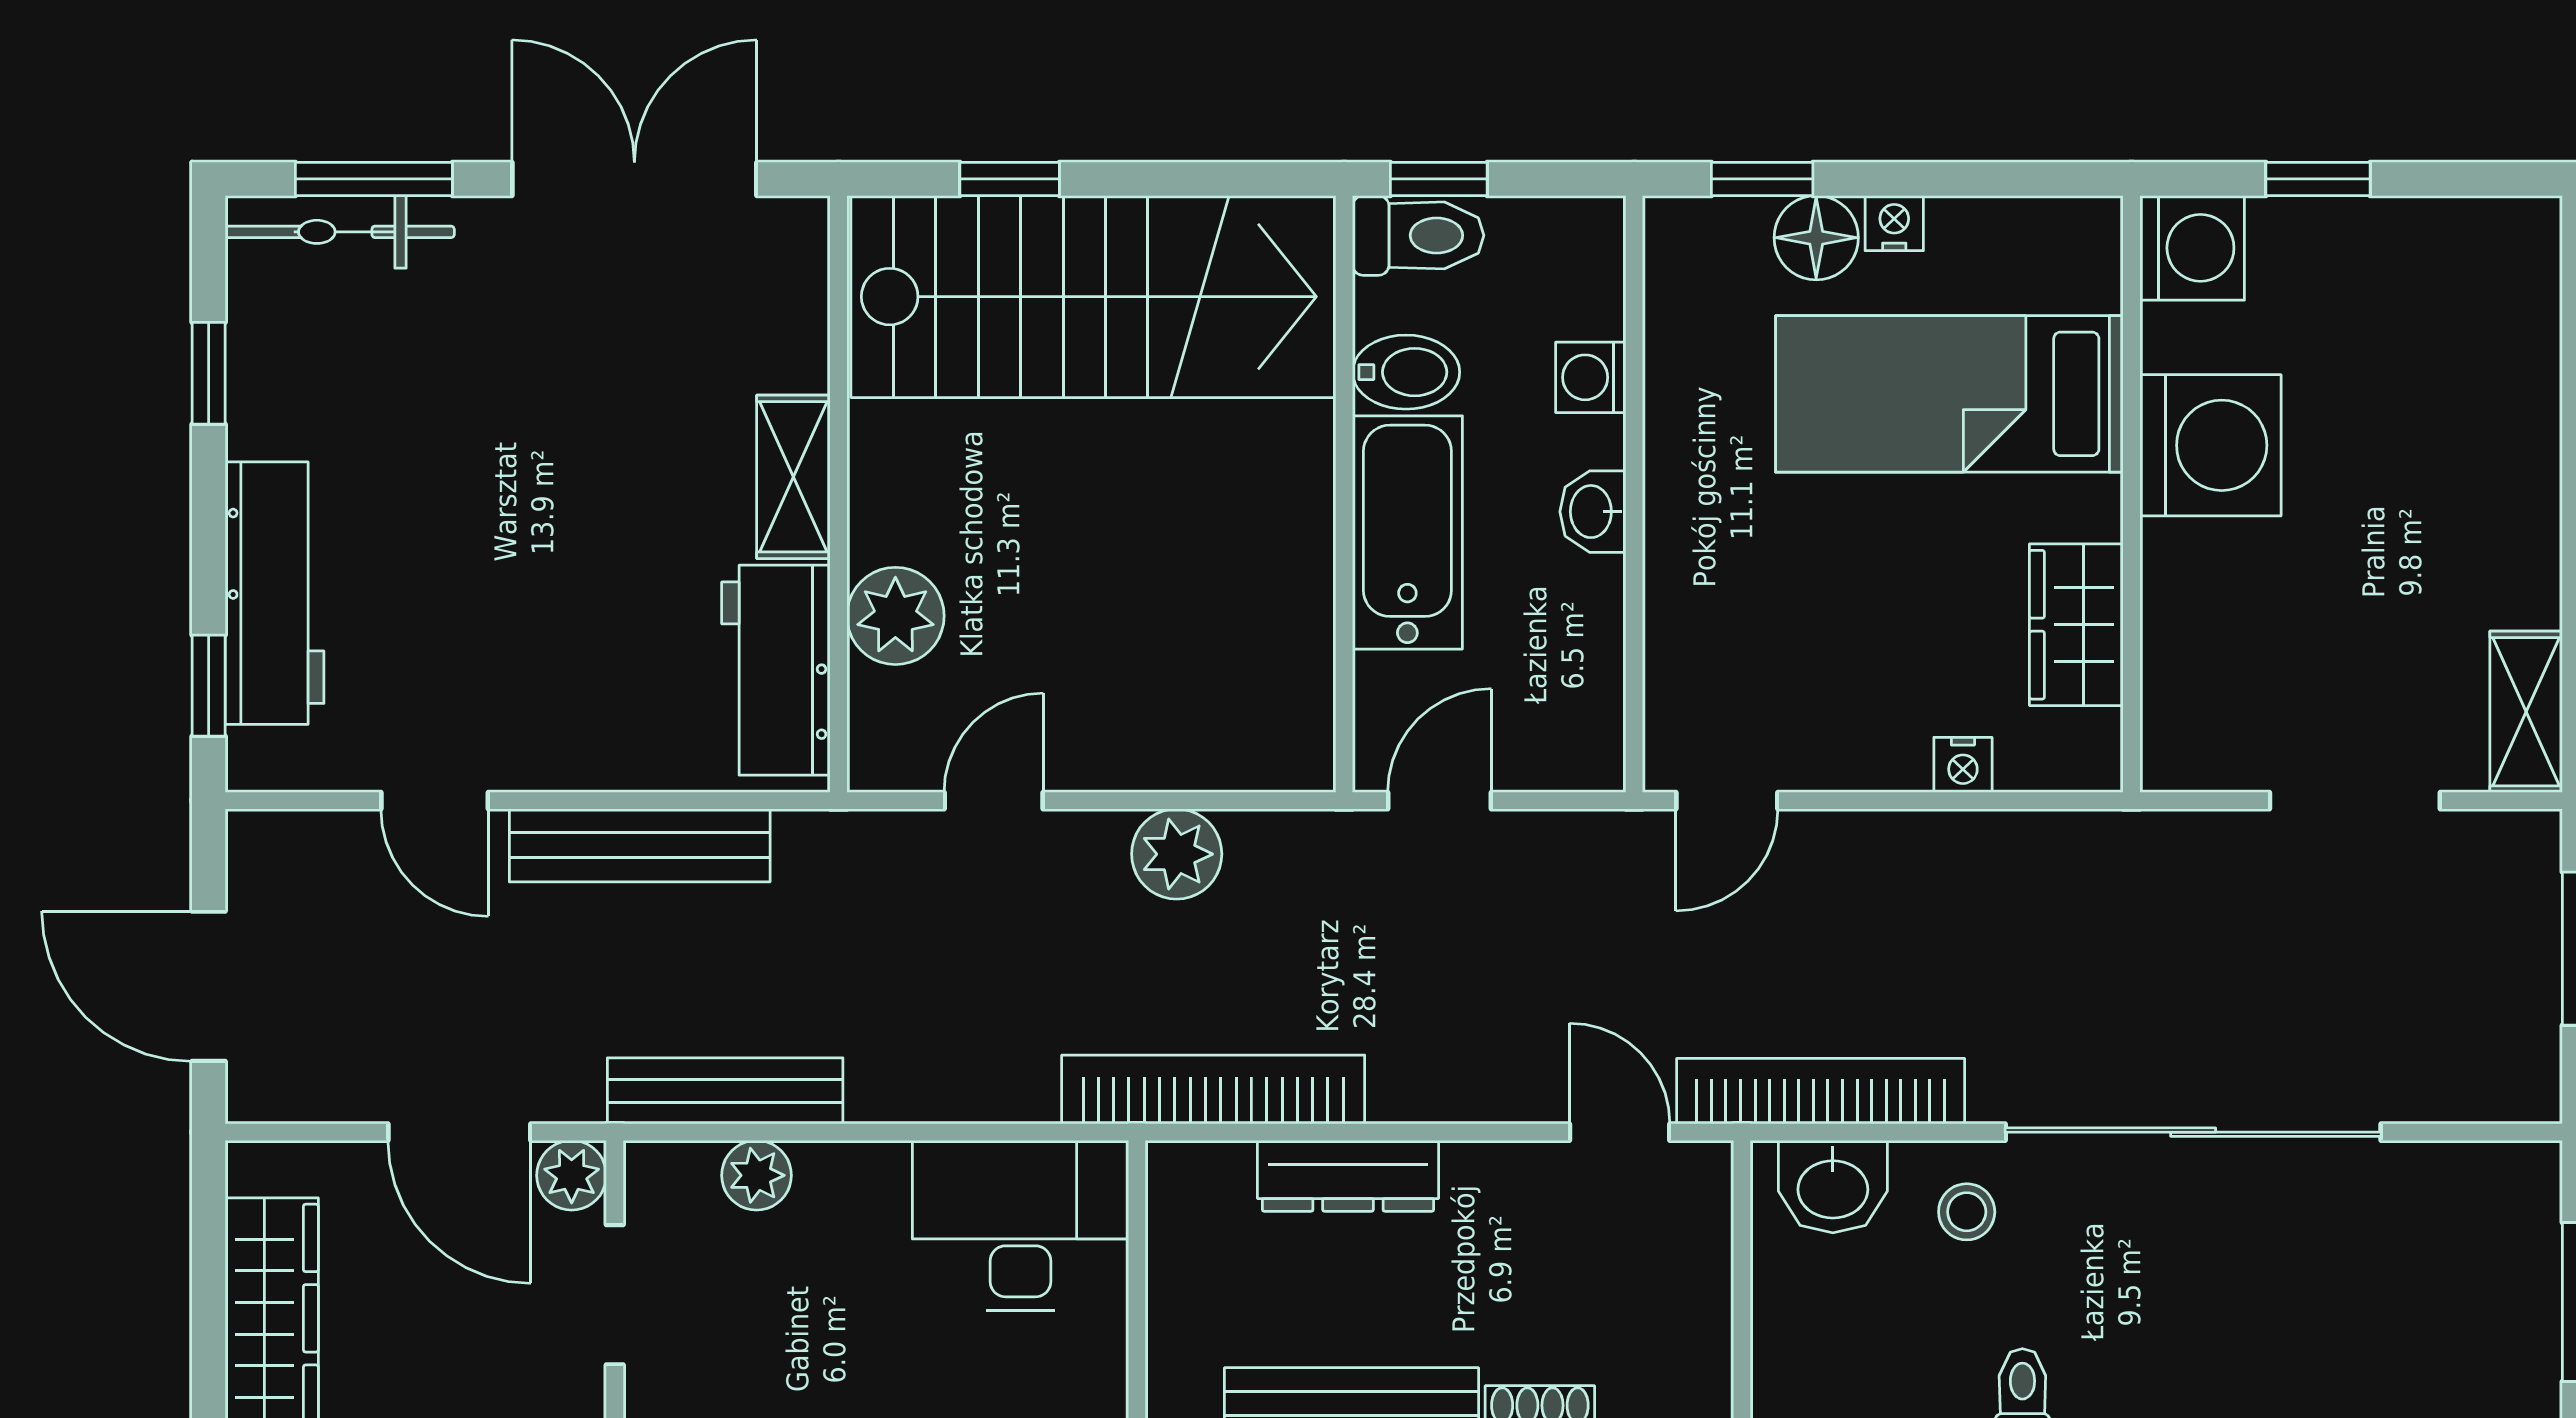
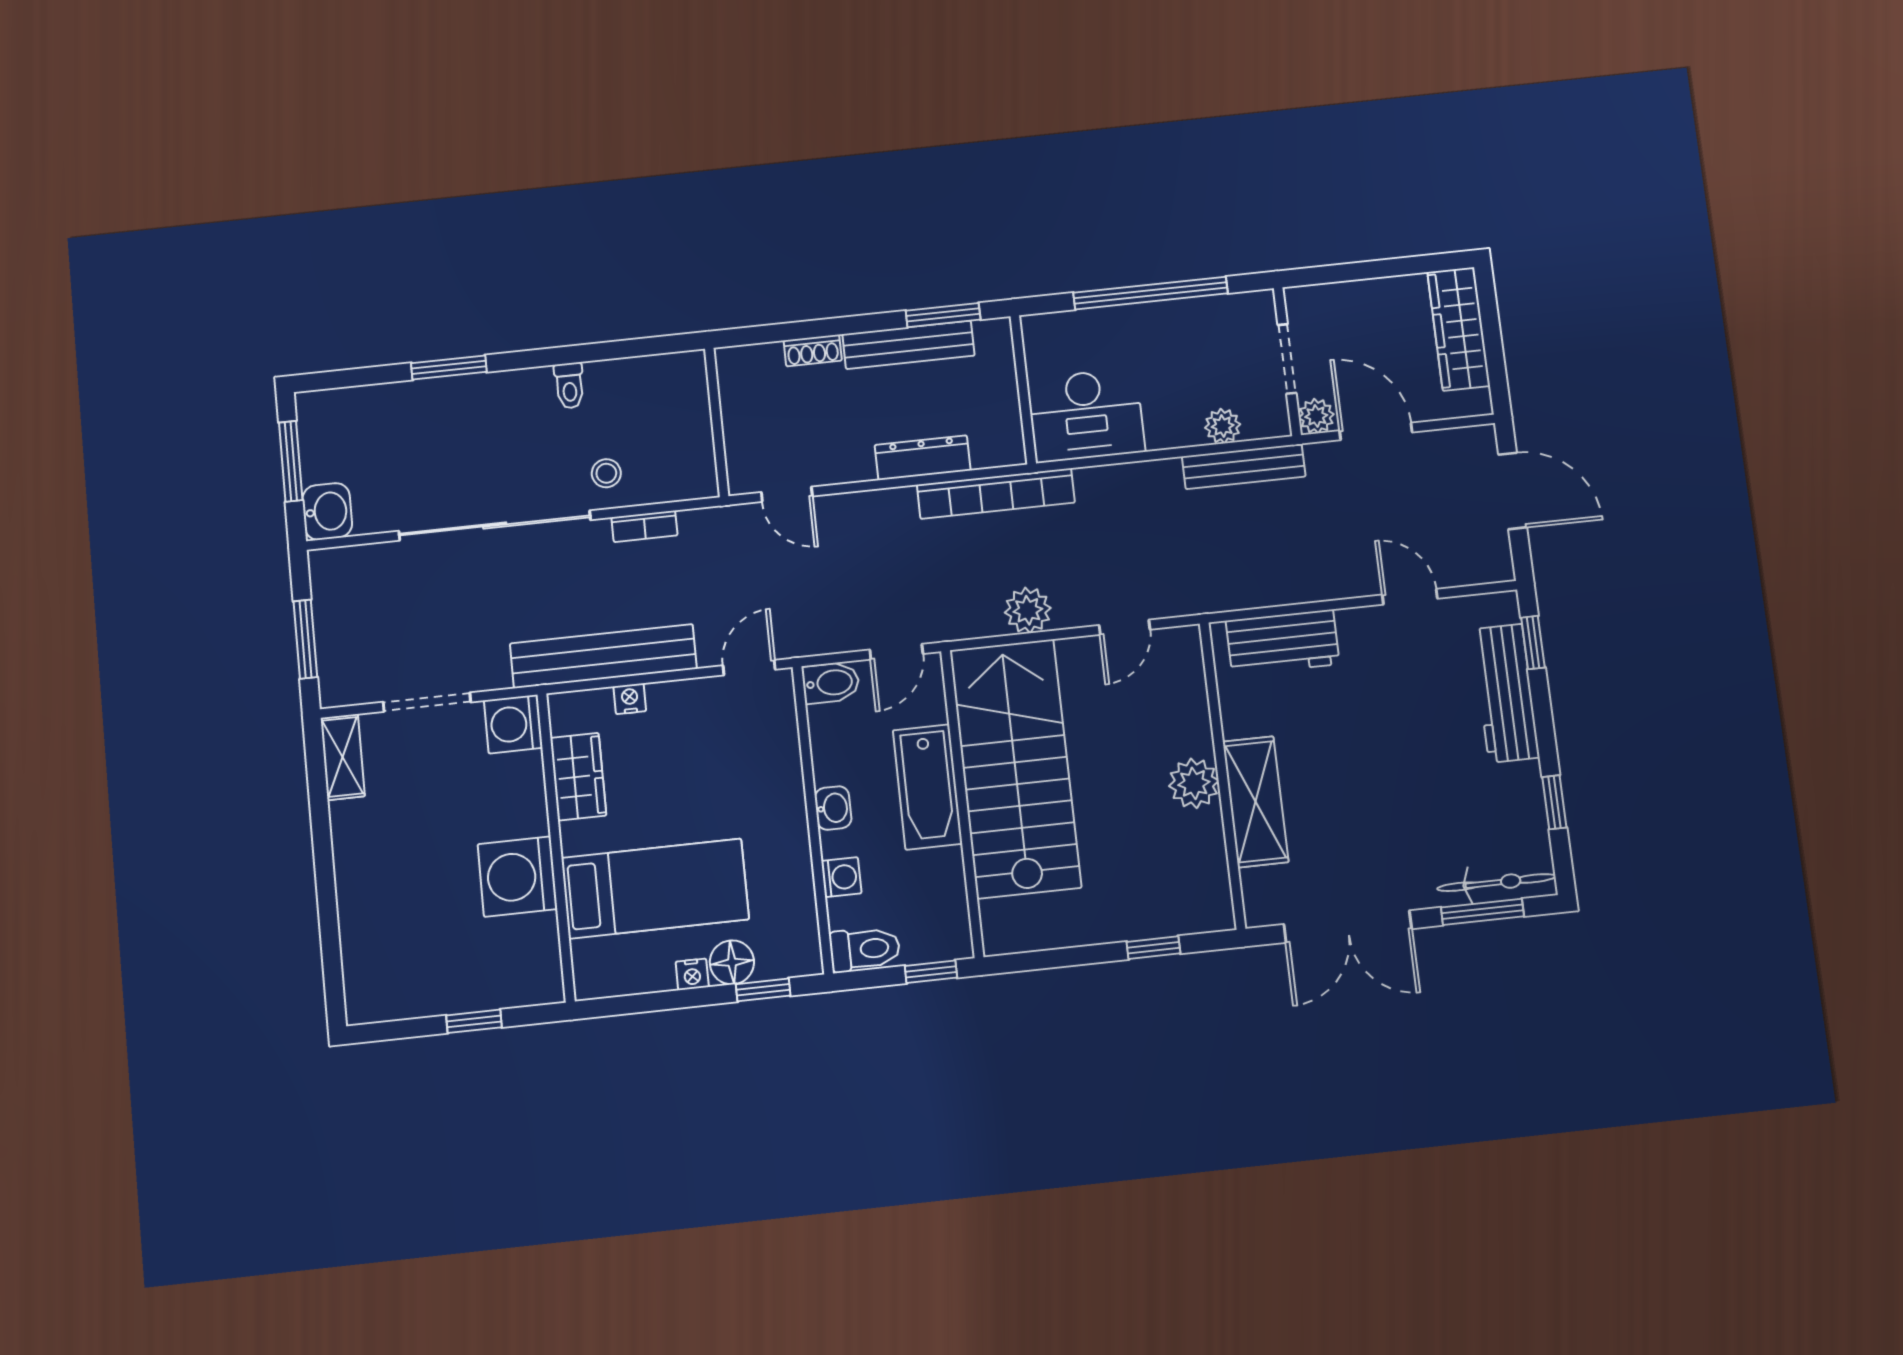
toilet: (1418, 235) -> (865, 949), moved, turned 180
washing machine: (2192, 248) -> (513, 724), moved
stairs: (1093, 297) -> (1015, 768), moved, turned 90
bidet: (1406, 372) -> (831, 683), moved, turned 180
shelving: (793, 477) -> (1256, 802), width x1.50, depth x1.33
plant: (895, 616) -> (1194, 783), moved
workbench: (776, 670) -> (1283, 642), moved, turned 90
bench: (640, 845) -> (603, 656), moved, width x1.37, depth x1.21
bookcase: (1821, 1091) -> (644, 526), width x0.43, depth x0.76
washbasin: (1833, 1187) -> (327, 511), moved, turned 90

